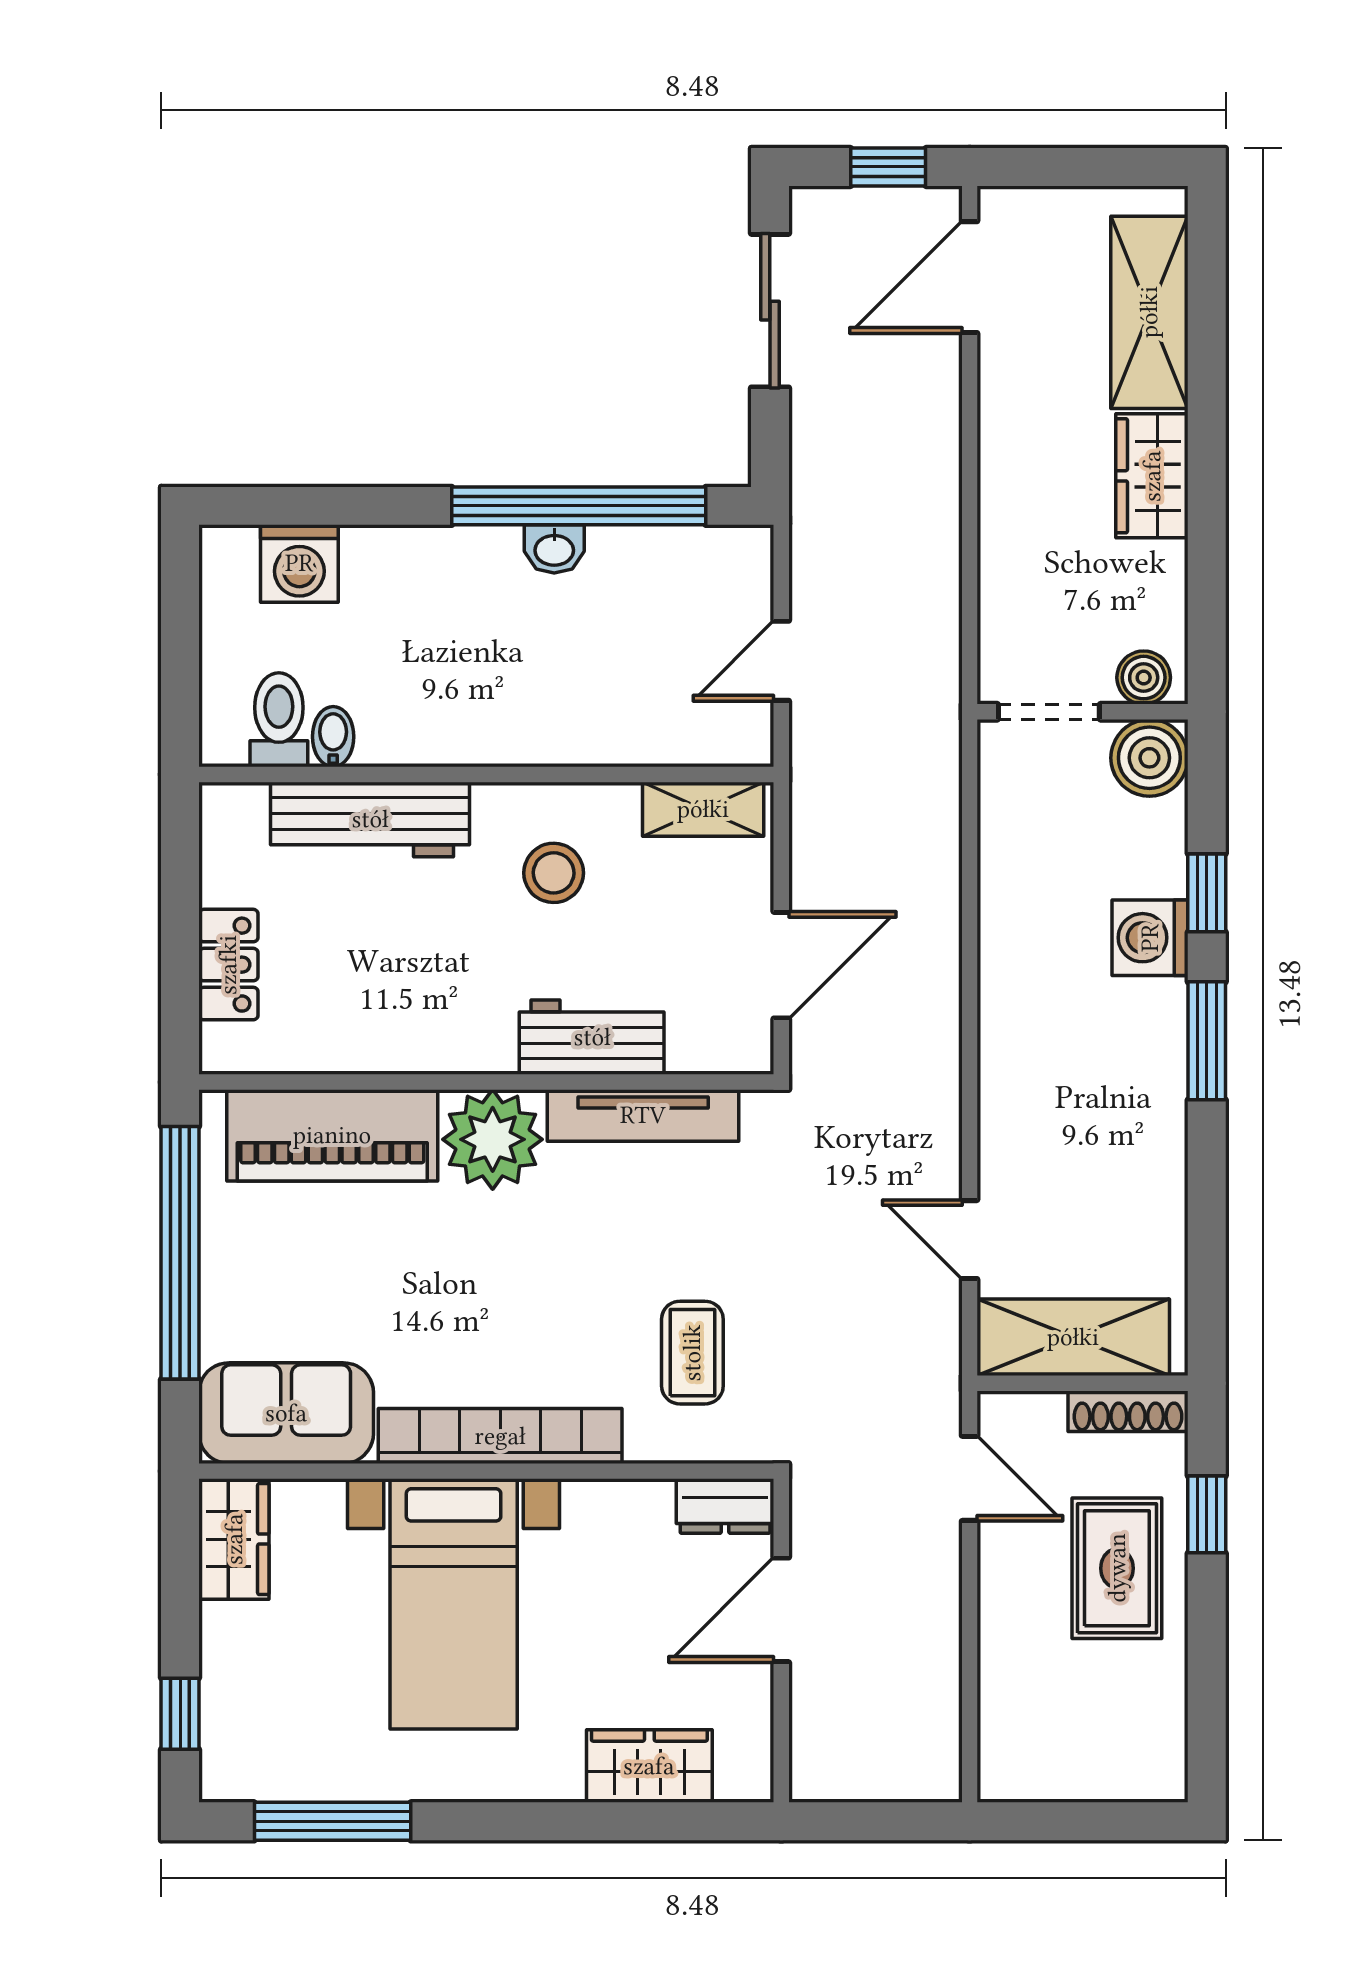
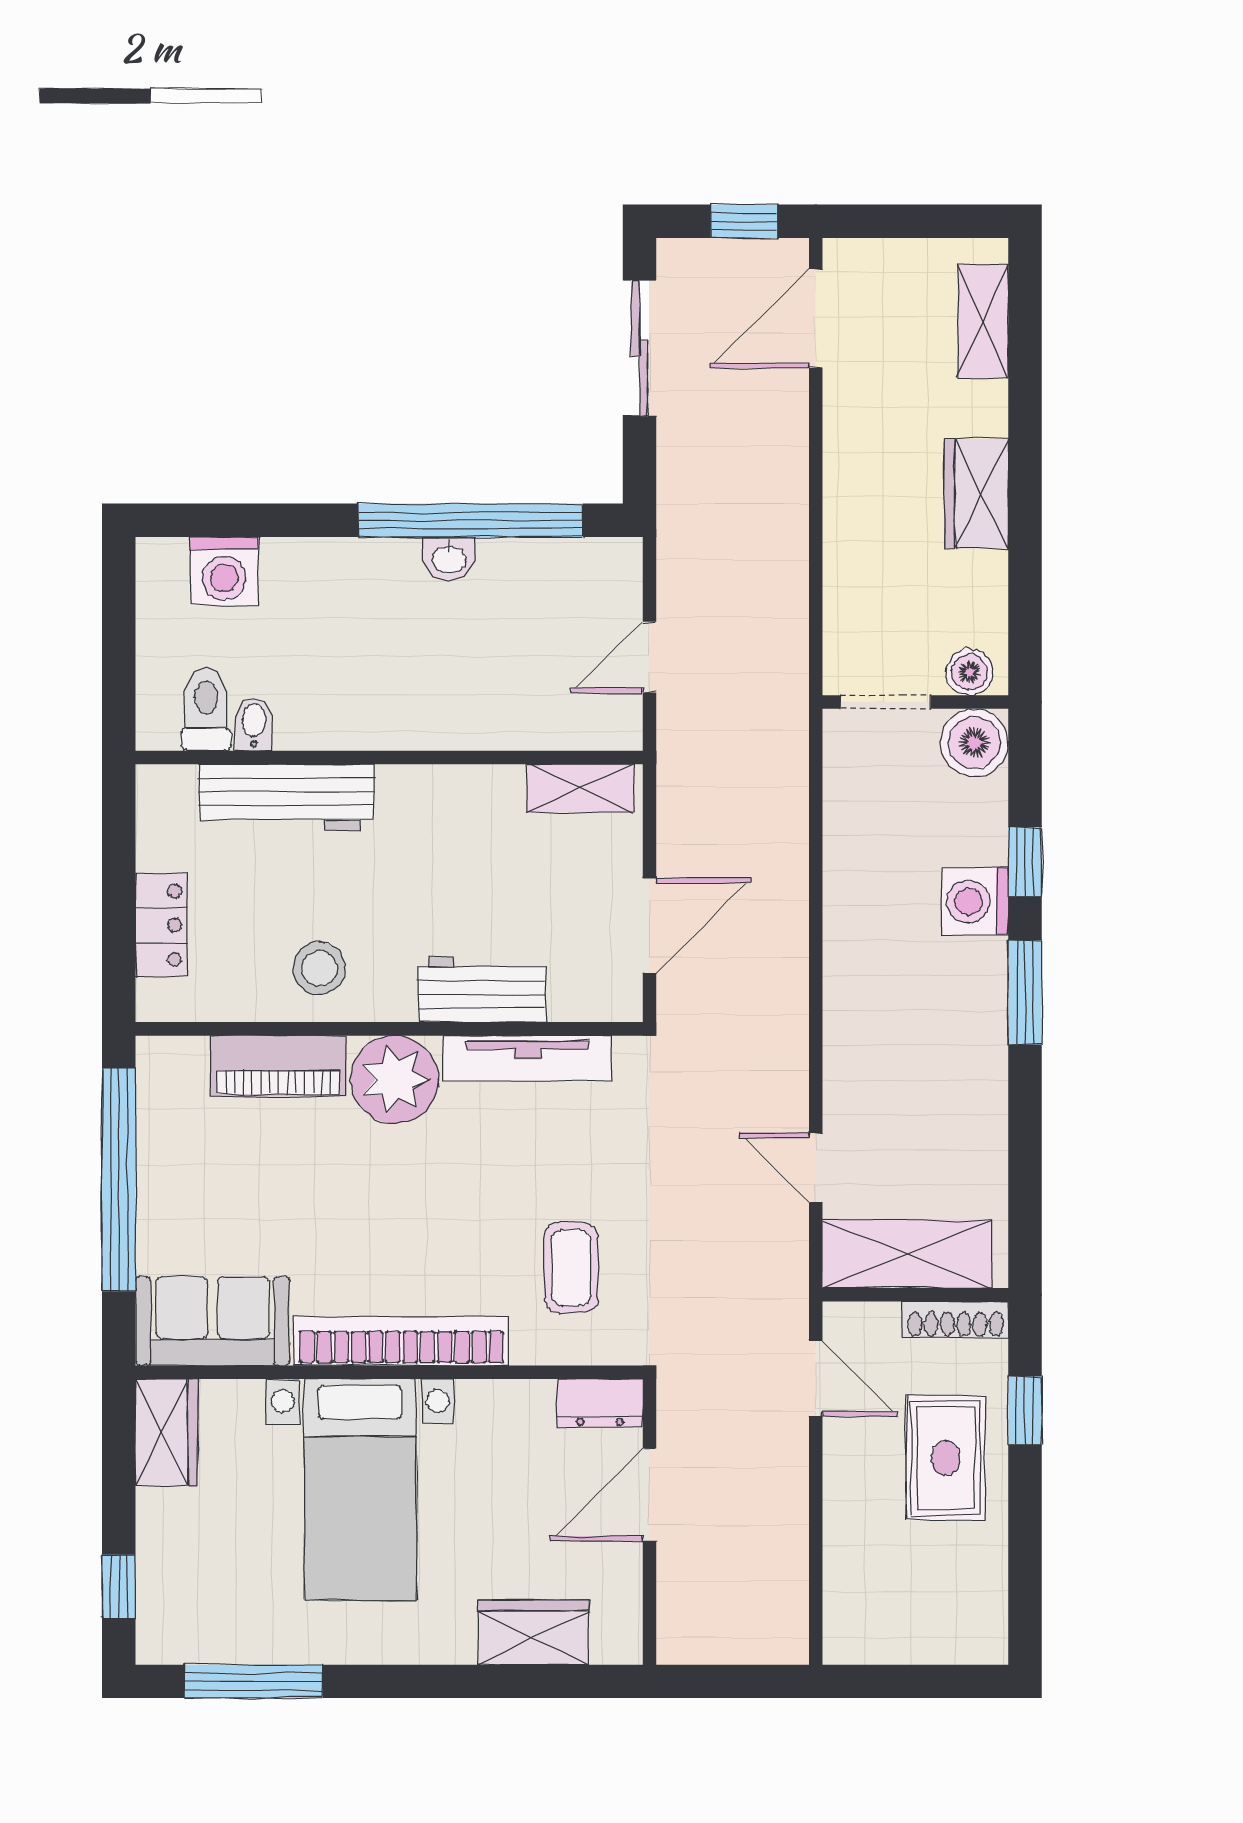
shelving: (1149, 312) -> (983, 321), width x0.67, depth x0.75
stool: (554, 873) -> (319, 968), moved
piano: (332, 1135) -> (278, 1066), width x0.73, depth x0.75

